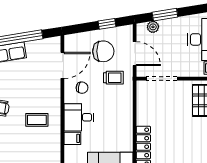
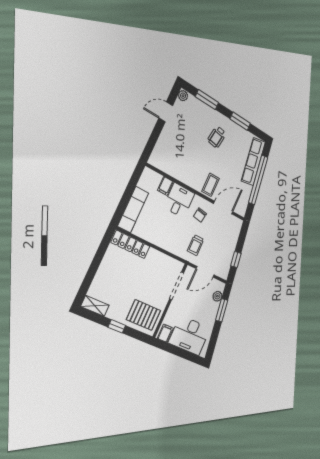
chair: (103, 51) -> (218, 247), removed
door: (62, 65) -> (223, 208), swing flipped
coffee table: (37, 120) -> (211, 185), moved

